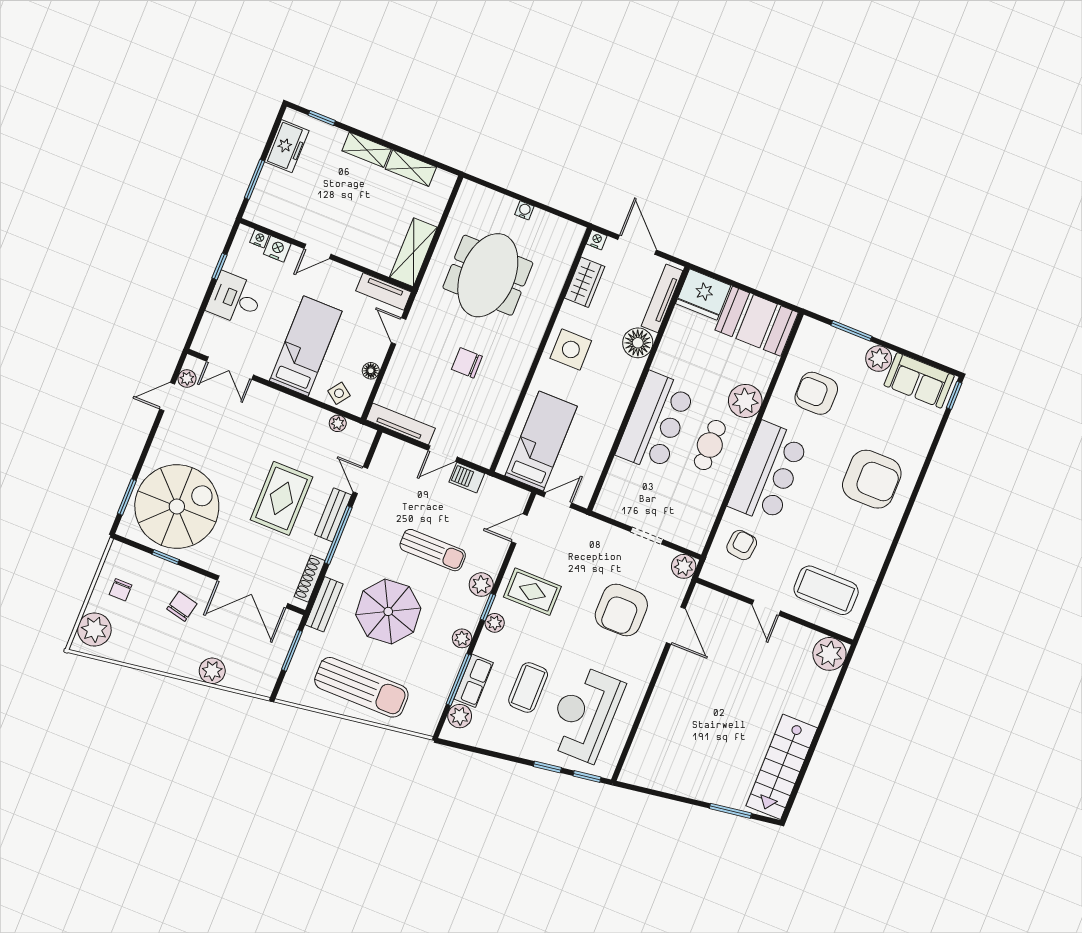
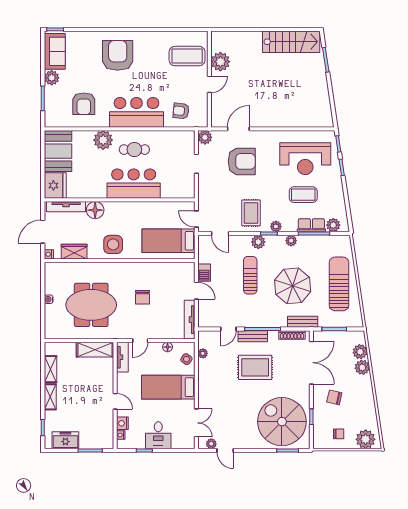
coffee table: (826, 590) -> (187, 56), turned 90
plant: (829, 654) -> (220, 62), moved
plant: (239, 677) -> (360, 352), added

